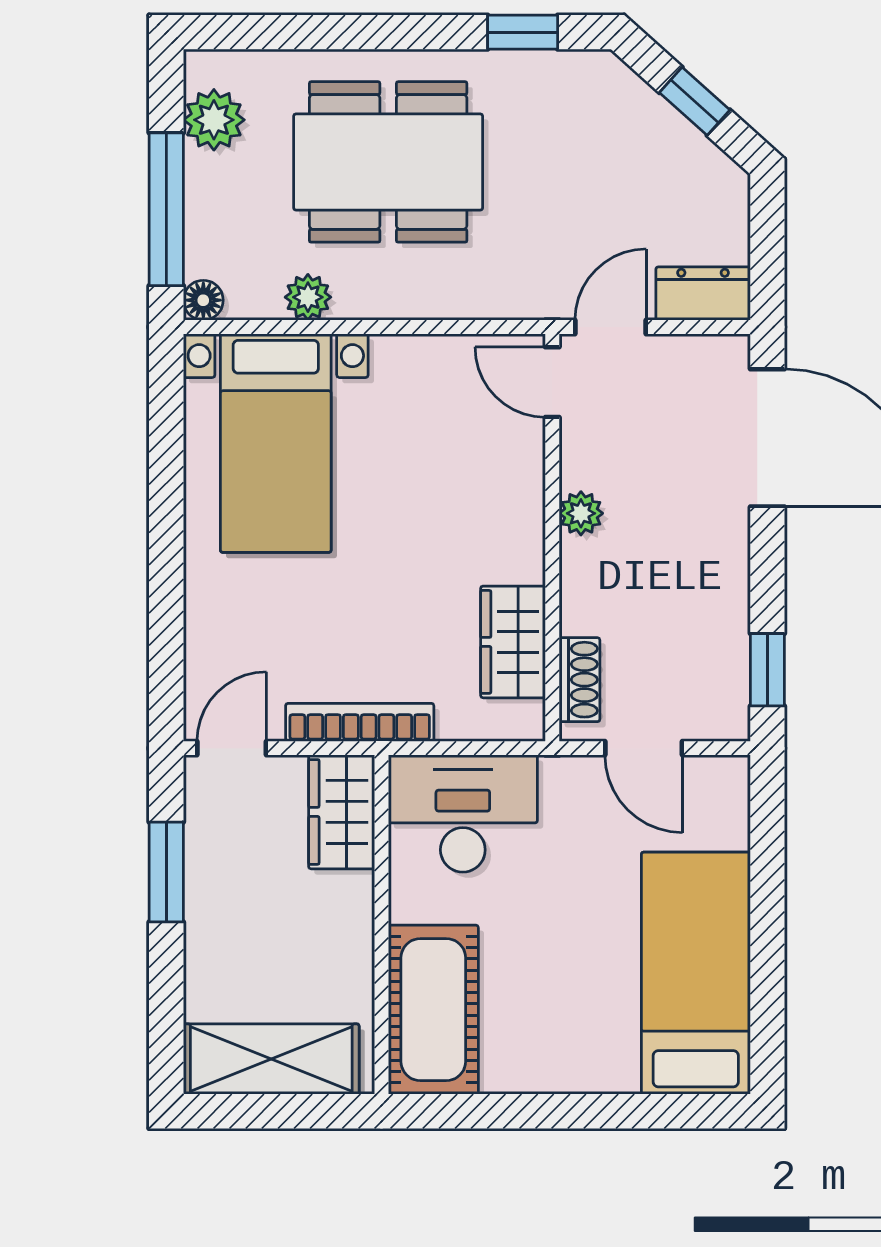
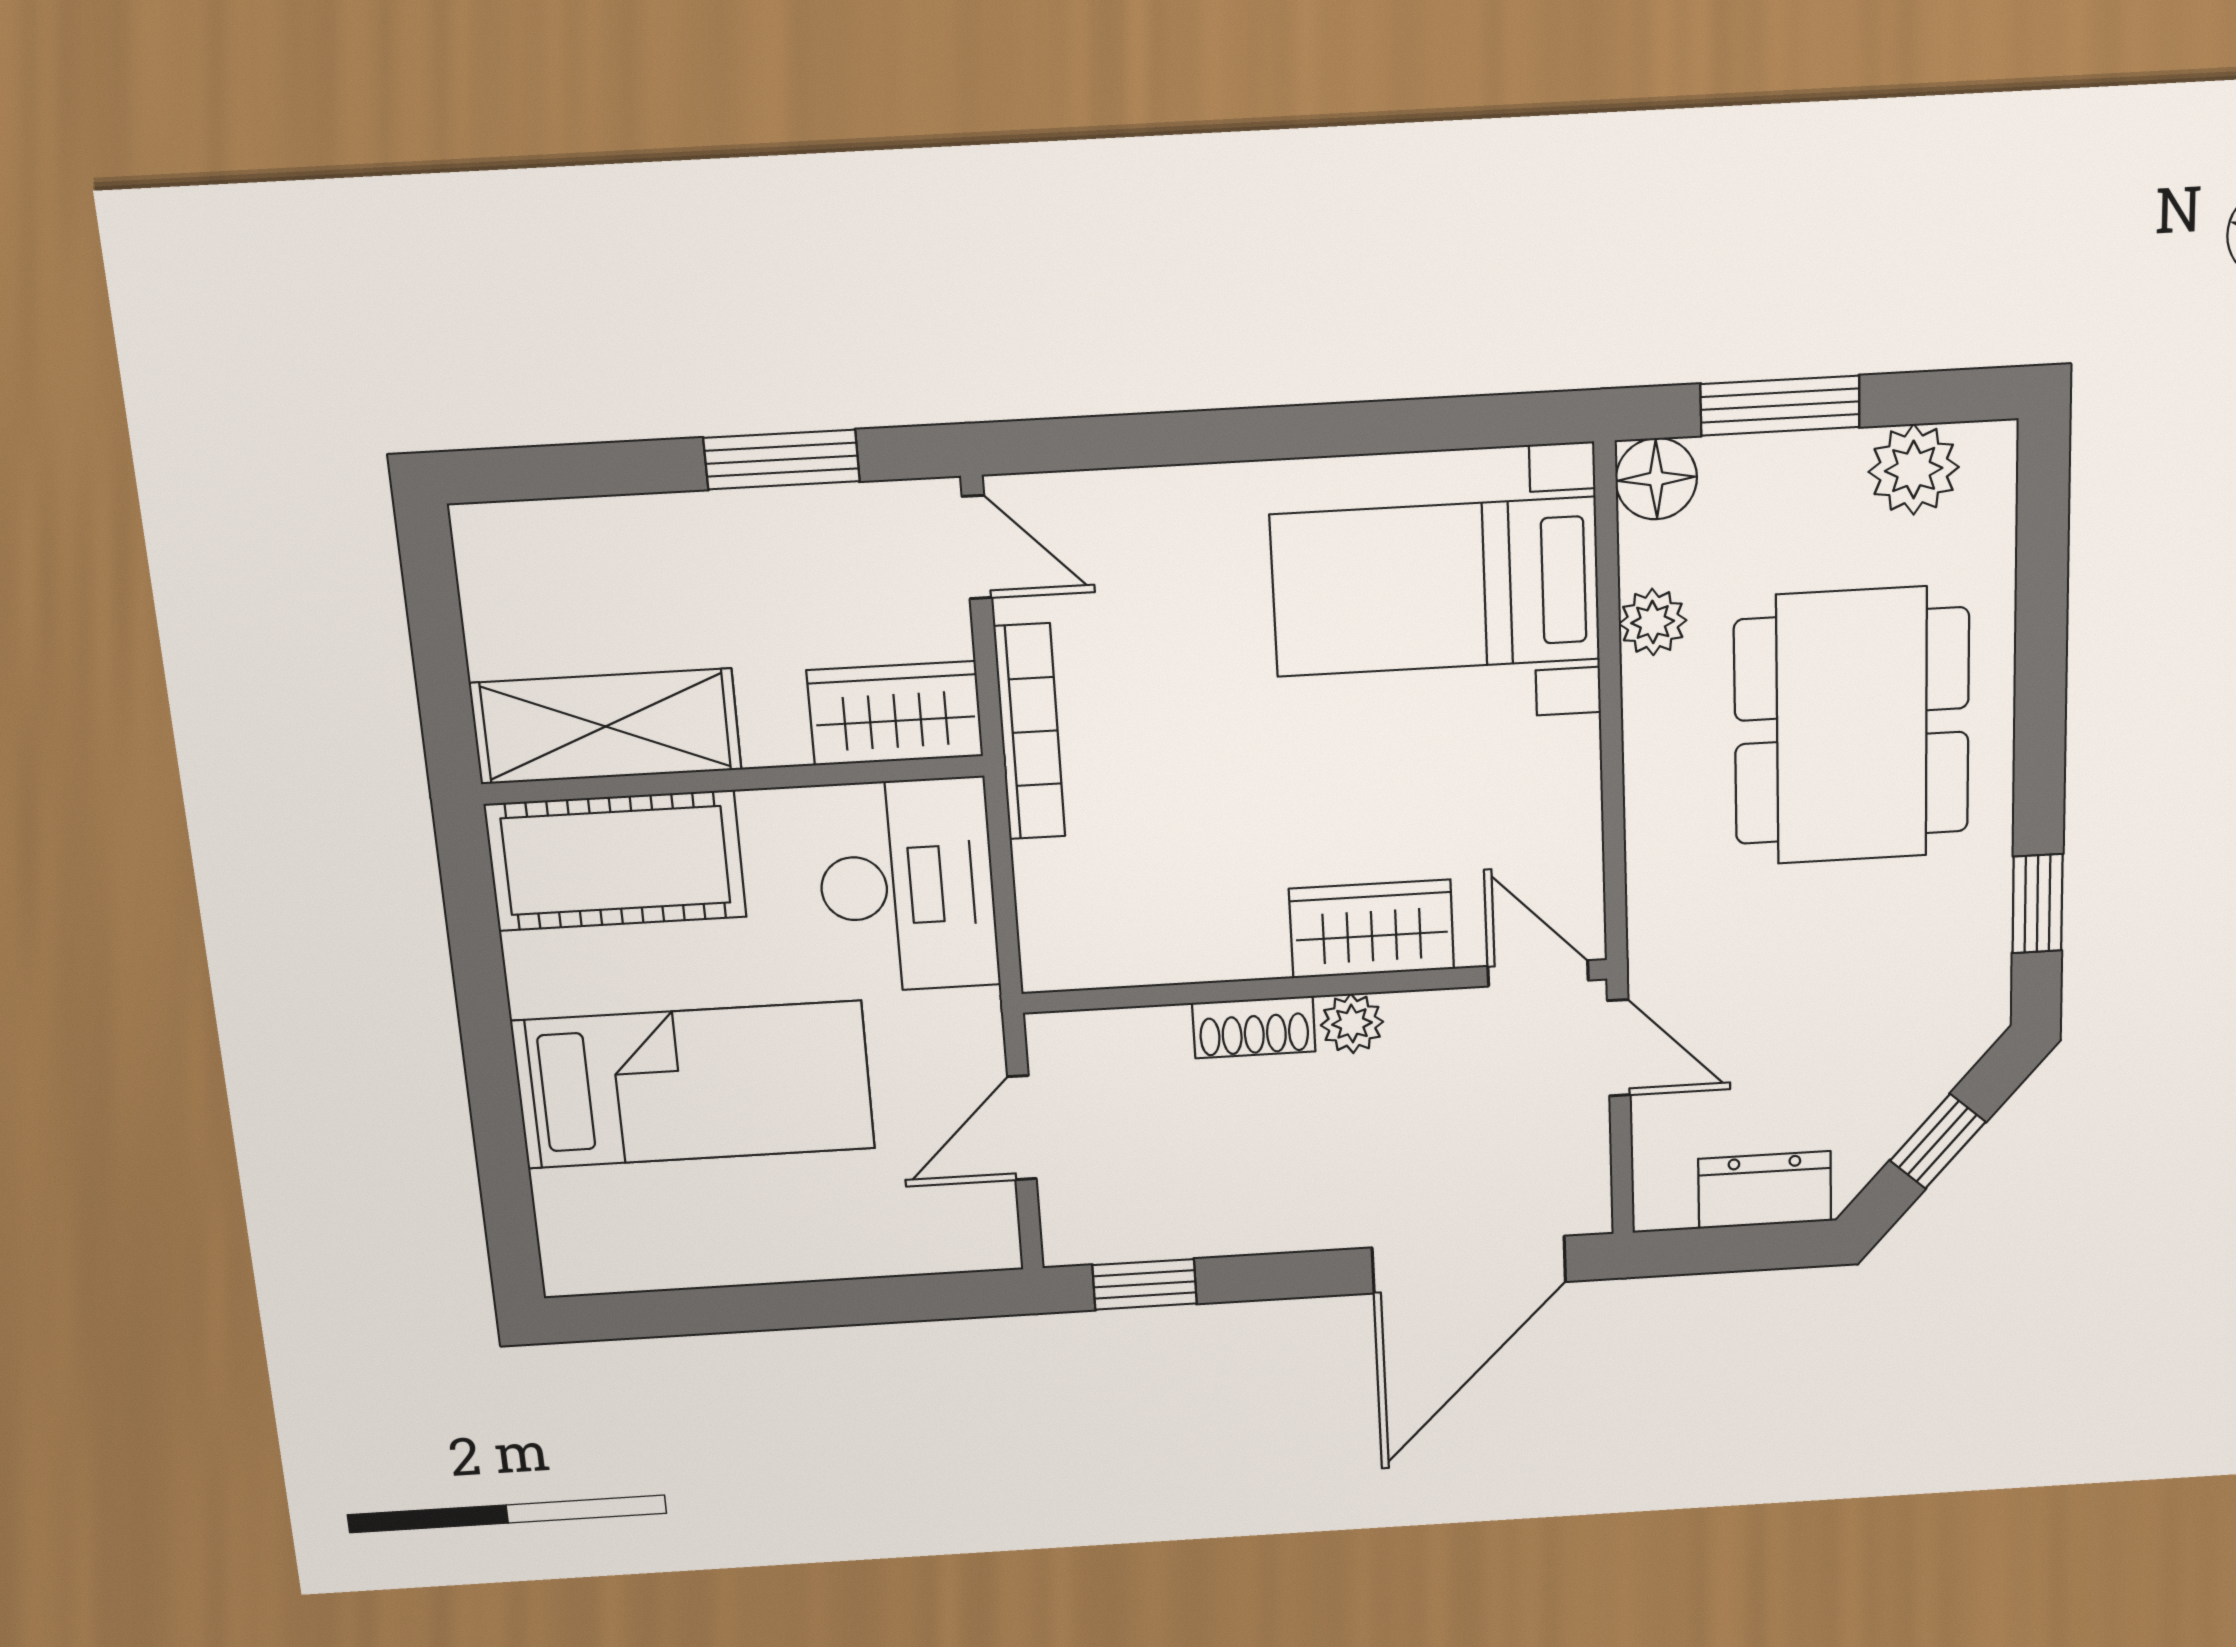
window: (166, 209) -> (1780, 406), width x0.69
dresser: (703, 294) -> (1765, 1190), moved, turned -90
floor lamp: (203, 300) -> (1656, 479), width x1.37, depth x1.37
door: (552, 382) -> (1538, 973), hinge flipped
wardrobe: (513, 642) -> (1372, 929), moved
shoe rack: (579, 680) -> (1254, 1027), moved
bed: (696, 973) -> (694, 1085), moved
shelving: (271, 1059) -> (606, 726), moved, turned 90

